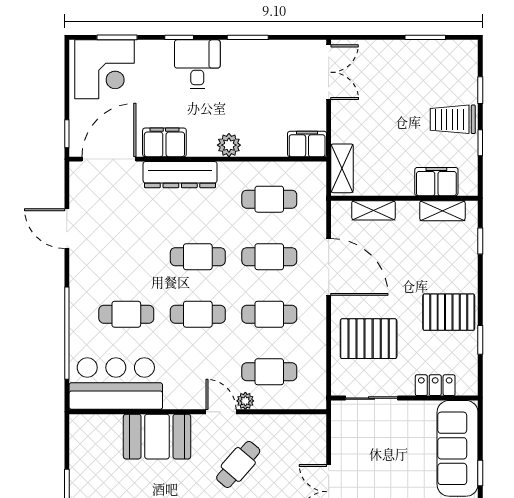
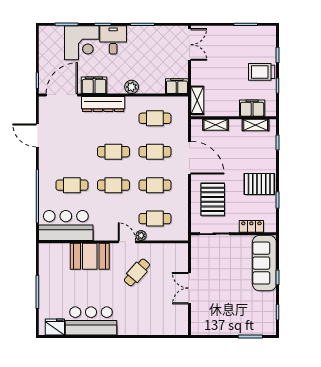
corner desk: (104, 69) -> (82, 43), moved
pallet: (369, 339) -> (213, 199), turned 90

